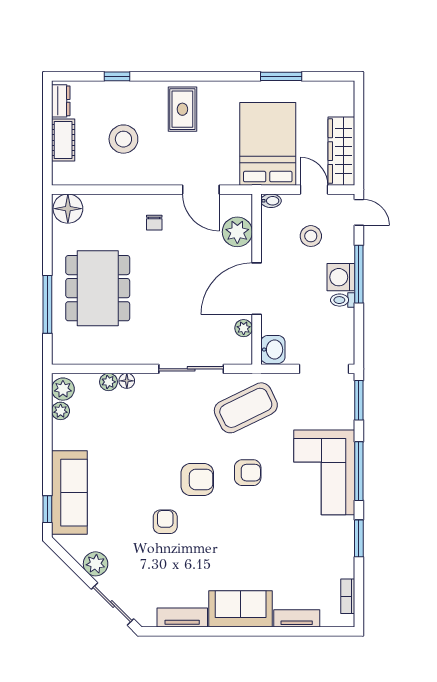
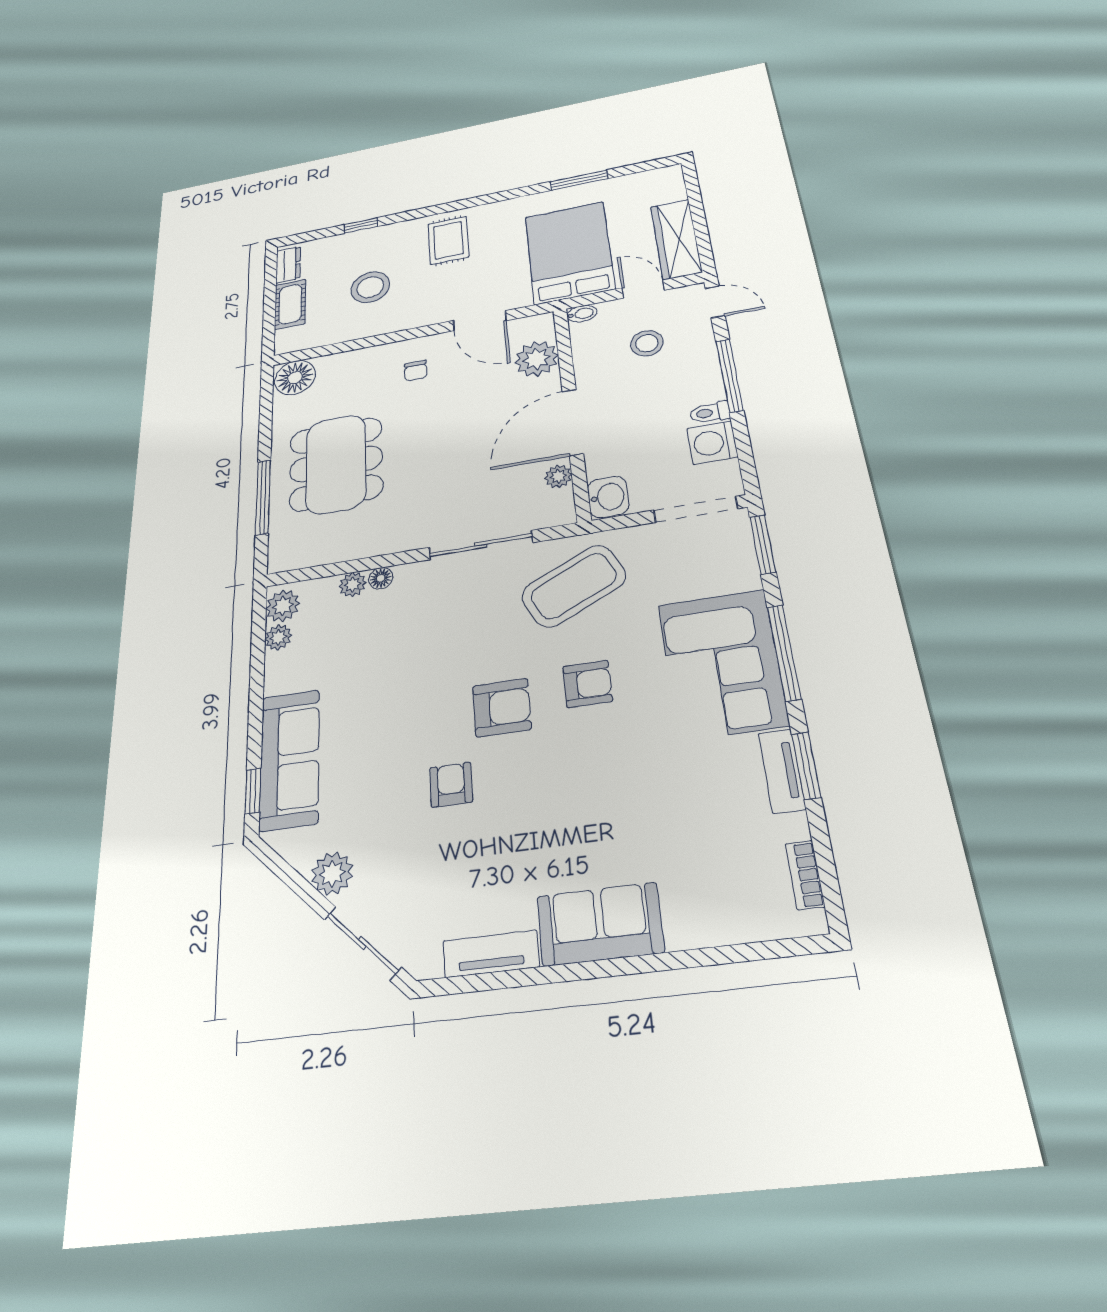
washing machine: (341, 277) -> (712, 443), moved
tv unit: (297, 618) -> (782, 771), moved, turned -90

